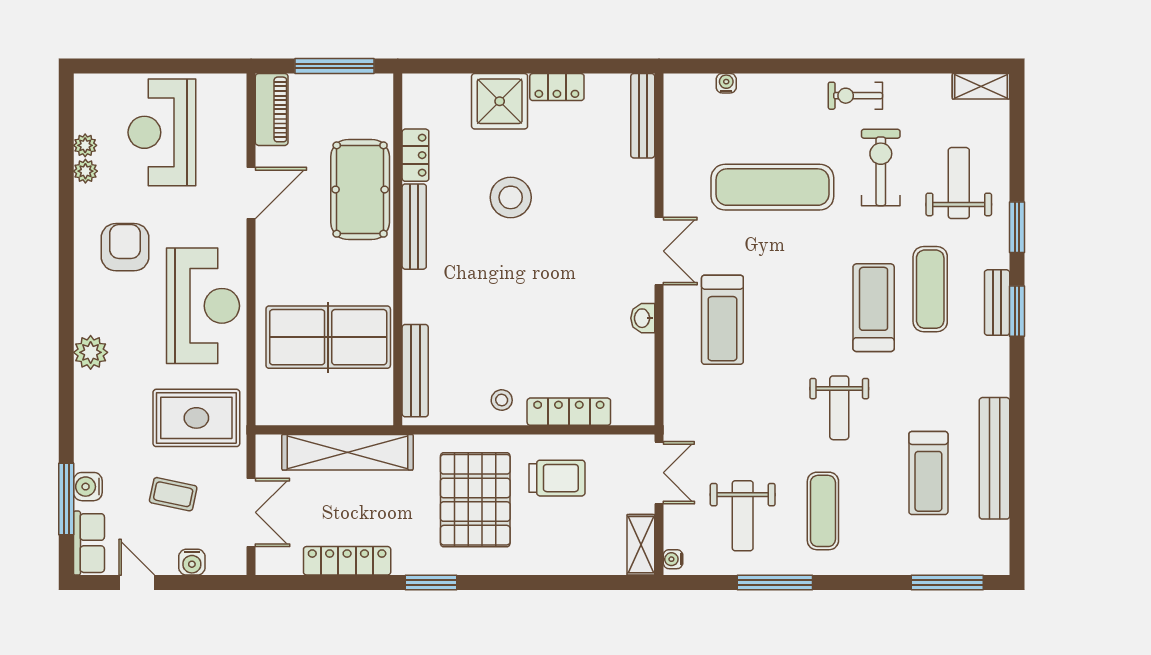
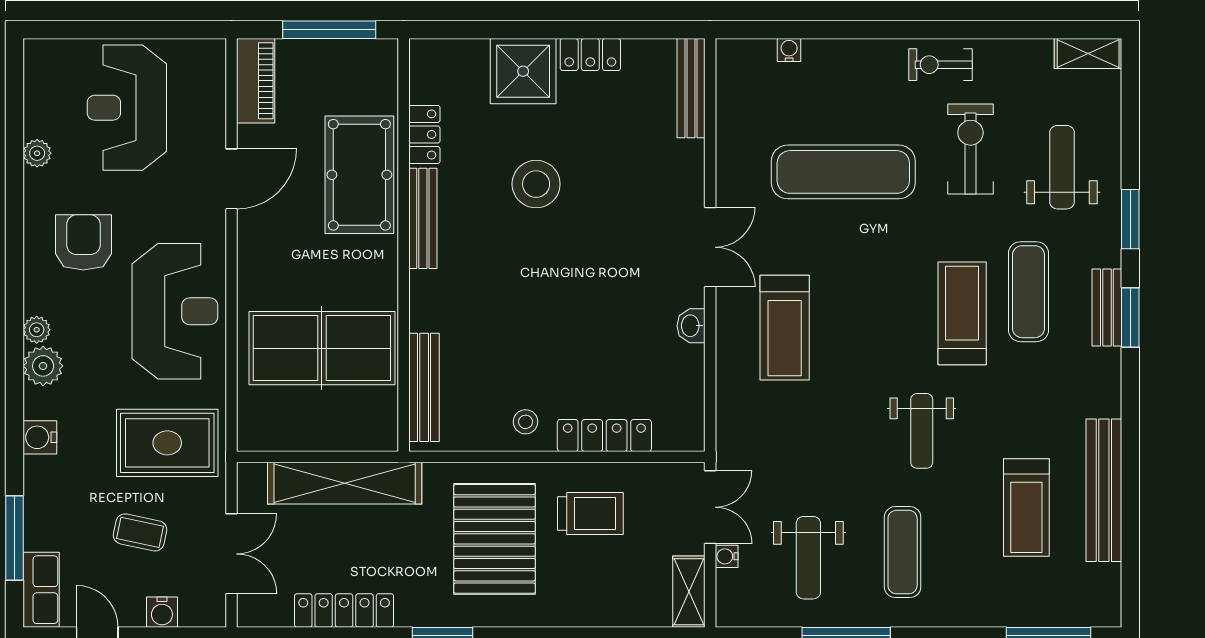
plant: (85, 145) -> (37, 330), moved
water cooler: (88, 487) -> (40, 437), moved
water cooler: (673, 559) -> (727, 556), moved

